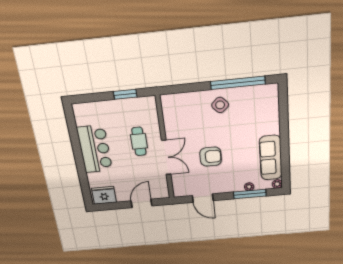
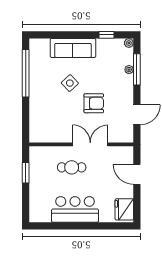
side table: (220, 105) -> (70, 83), moved
armchair: (211, 157) -> (94, 103), turned 90
sofa: (271, 158) -> (73, 48), moved
window: (285, 162) -> (107, 35), added

